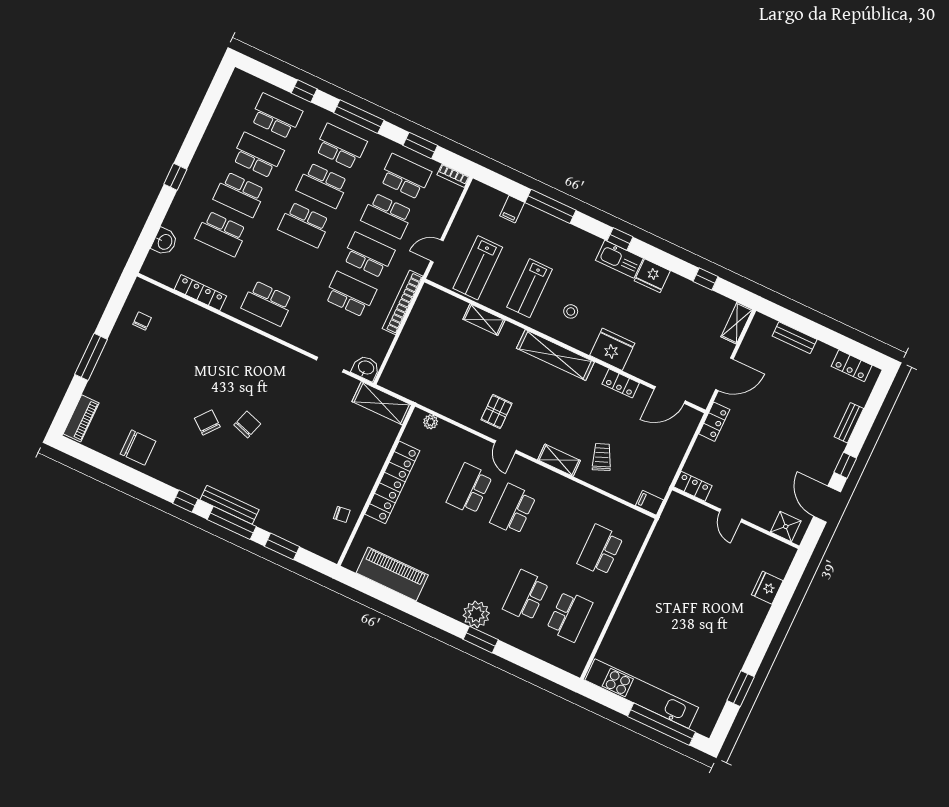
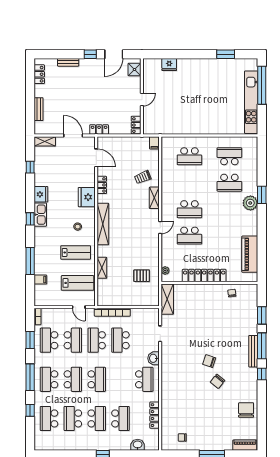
washbasin: (366, 368) -> (153, 358), moved
pallet: (497, 412) -> (142, 276), moved

